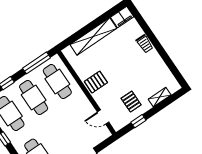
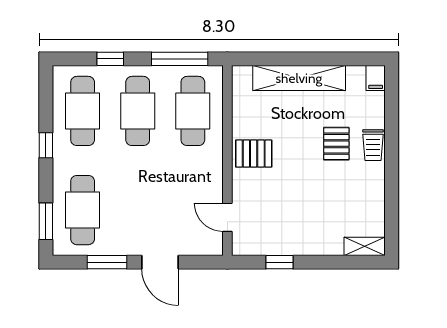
filing cabinet: (122, 17) -> (376, 78), width x0.50
shelving: (160, 97) -> (365, 246), moved
pallet: (131, 102) -> (336, 144), moved

